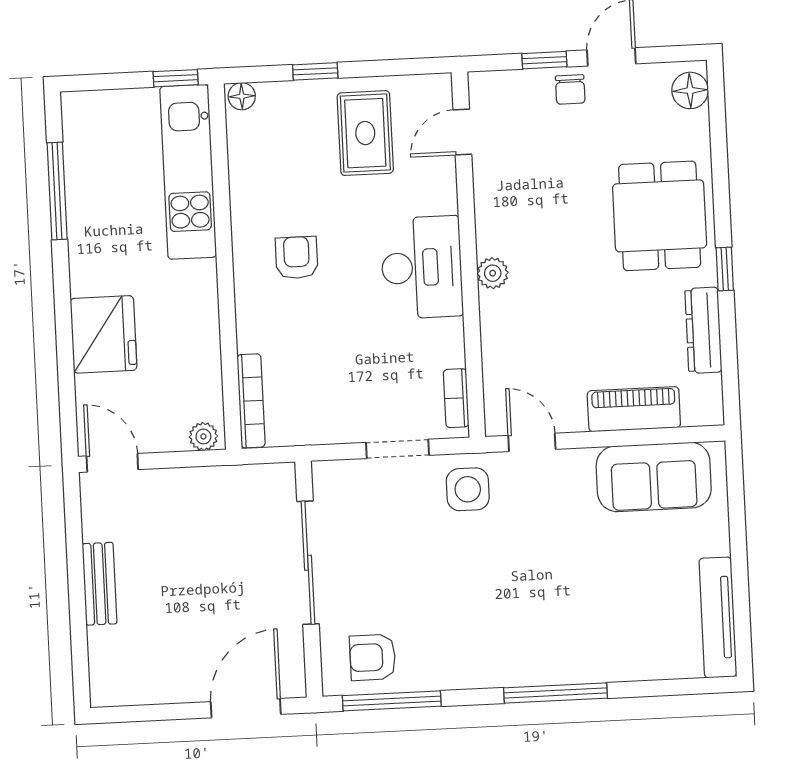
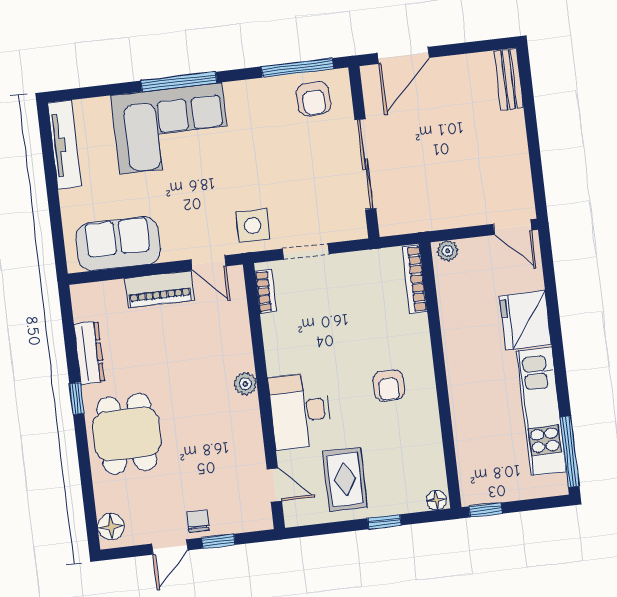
door: (462, 132) -> (274, 485), hinge flipped
kitchen unit: (188, 172) -> (541, 411), moved, turned 180
window: (57, 191) -> (570, 452), moved
desk: (422, 267) -> (300, 411), moved
piano: (634, 409) -> (159, 289), moved
bench: (100, 584) -> (509, 79), moved
corner sofa: (571, 630) -> (171, 128), added
armchair: (373, 657) -> (314, 99), turned 87

